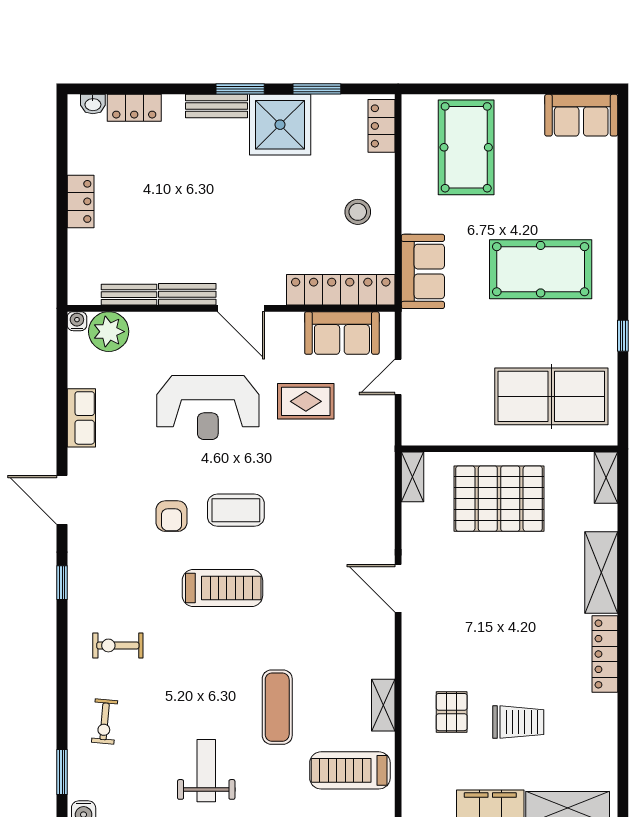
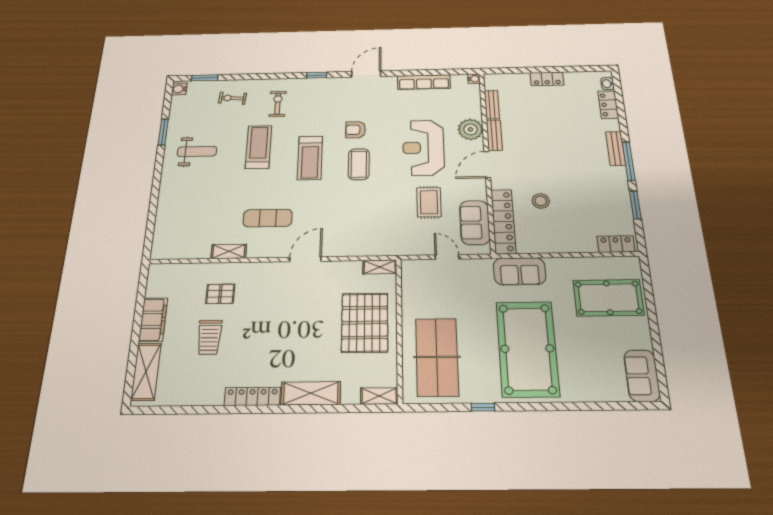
window: (240, 89) -> (629, 161), width x1.44
shower: (280, 125) -> (609, 184), removed
stool: (358, 212) -> (541, 201), moved
pool table: (541, 269) -> (527, 349), width x1.36, depth x1.32
plant: (109, 332) -> (470, 129), moved
row of seats: (81, 418) -> (424, 82), width x1.48
exercise mat: (277, 707) -> (268, 218), moved
treadmill: (350, 770) -> (259, 147), moved

